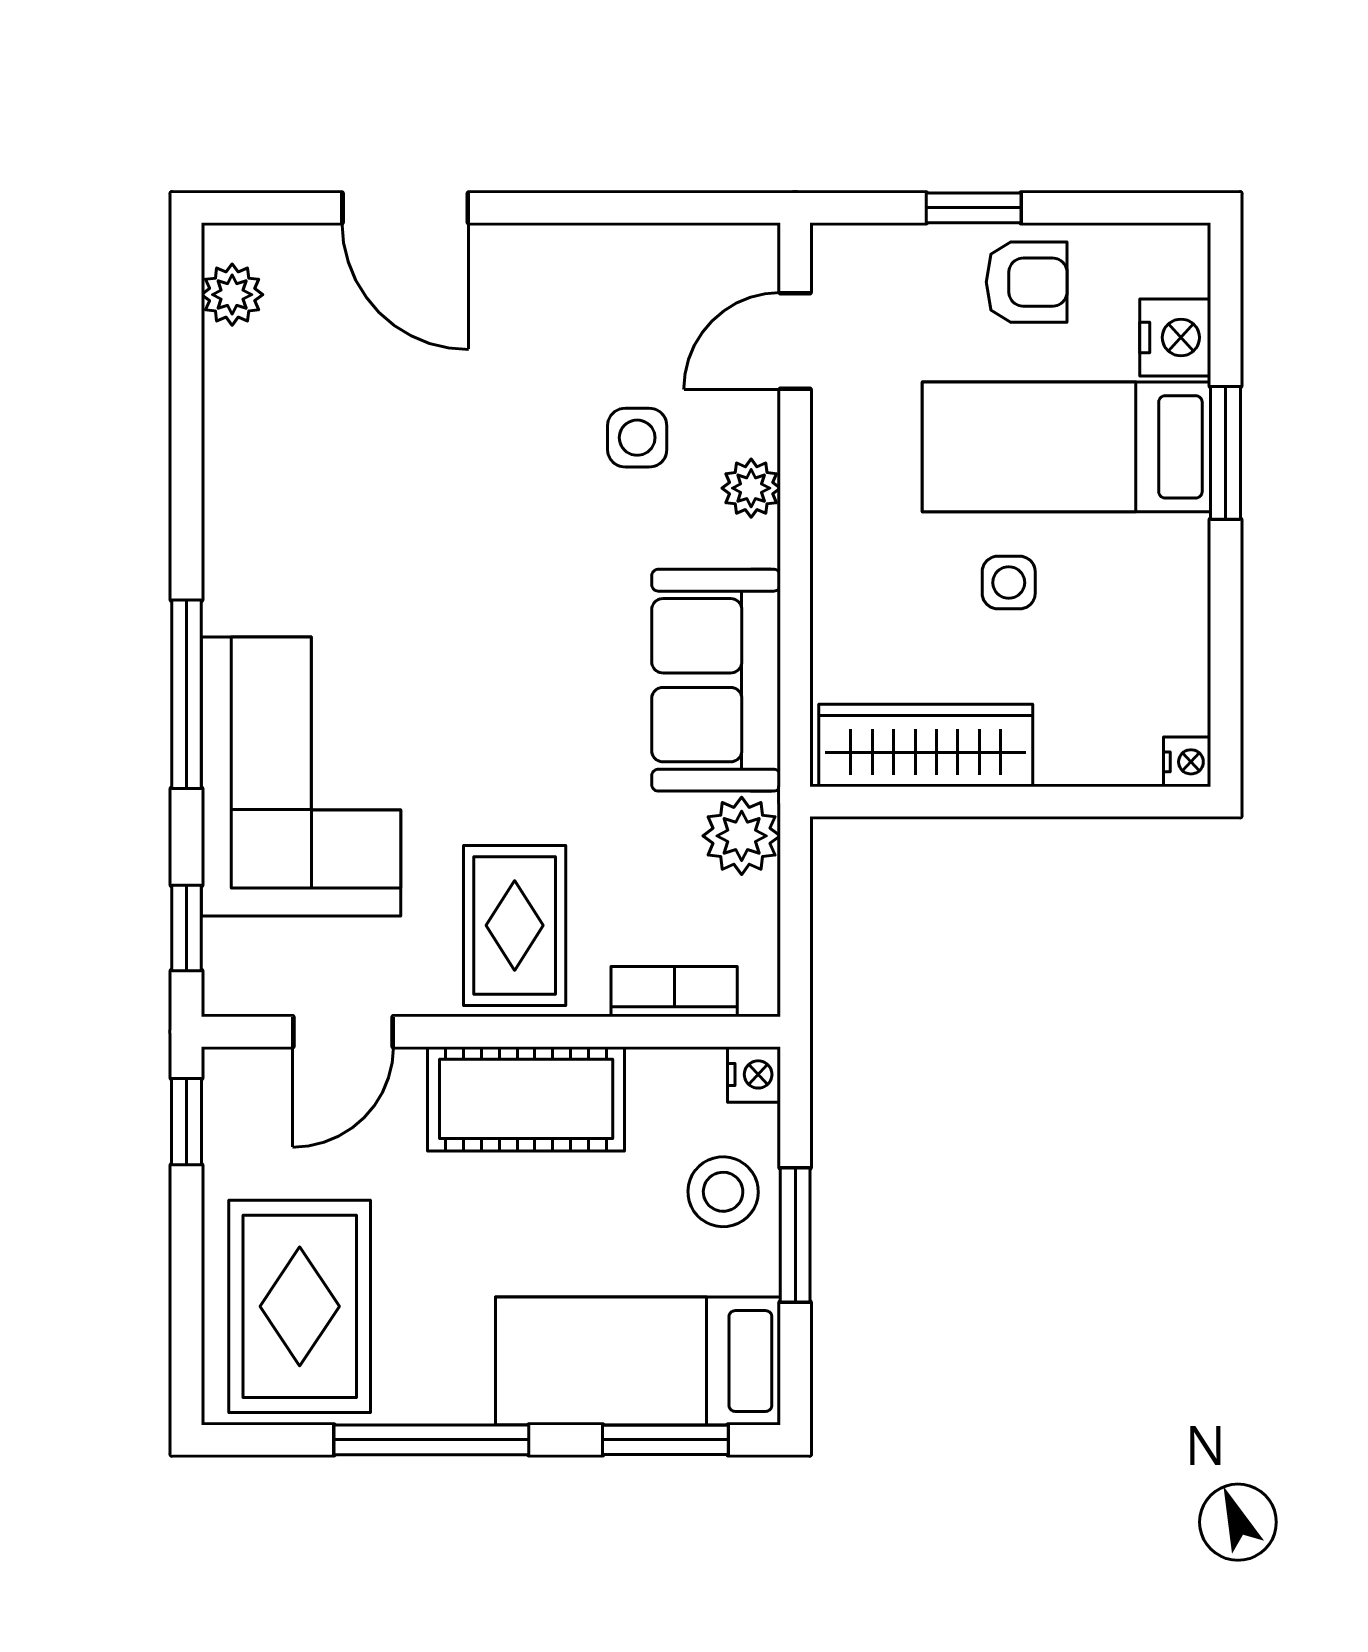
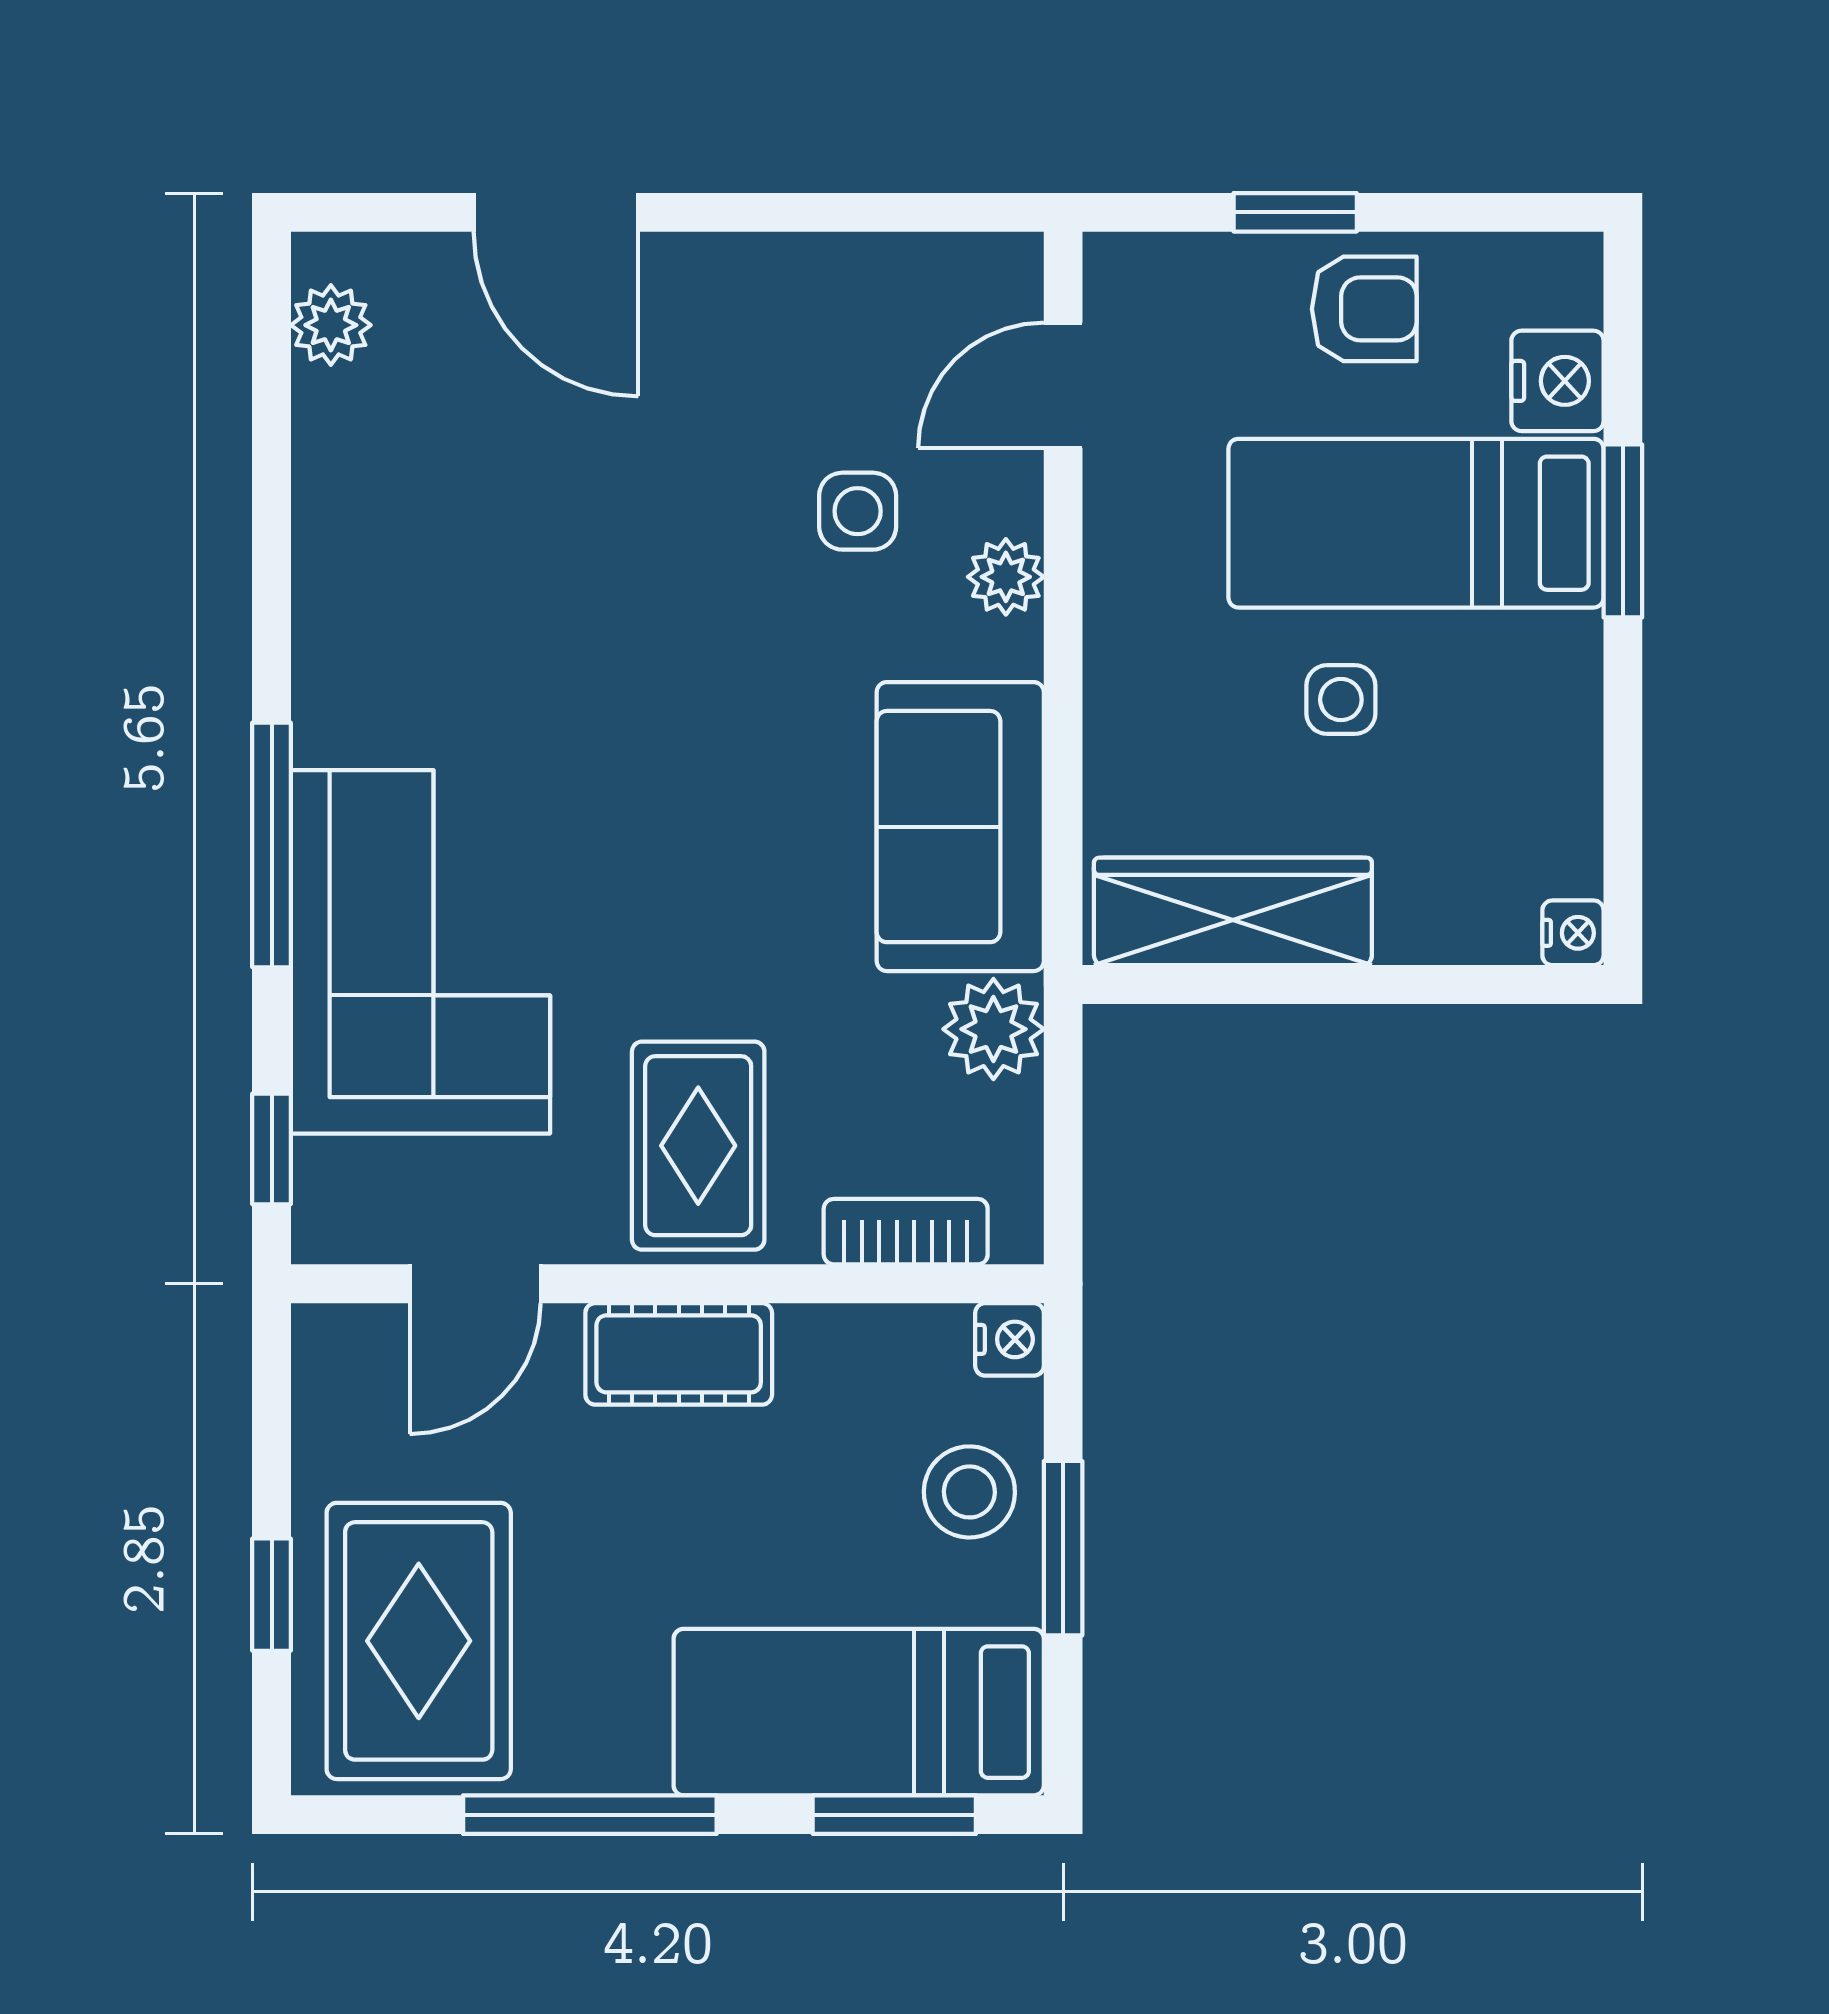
cot: (526, 1099) -> (679, 1354), width x0.73, depth x0.75
window: (187, 1122) -> (272, 1595), moved

